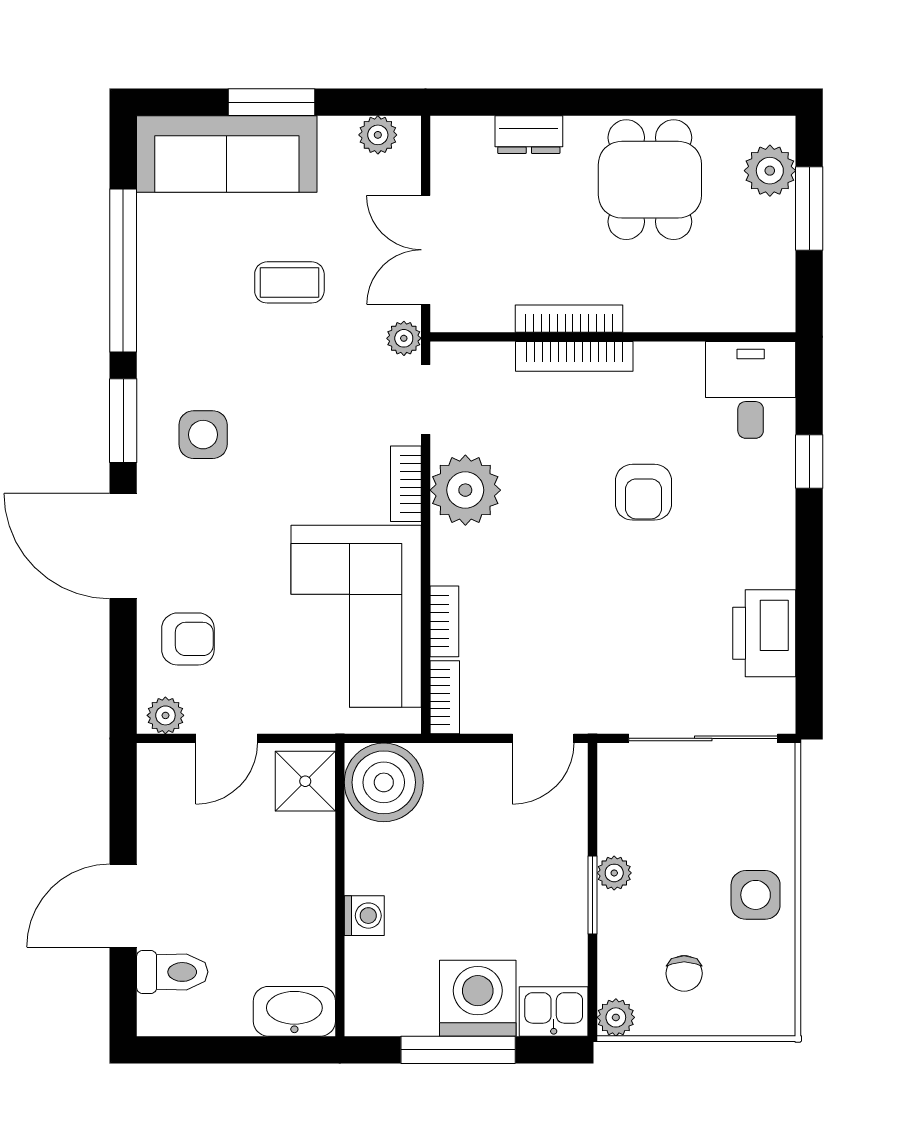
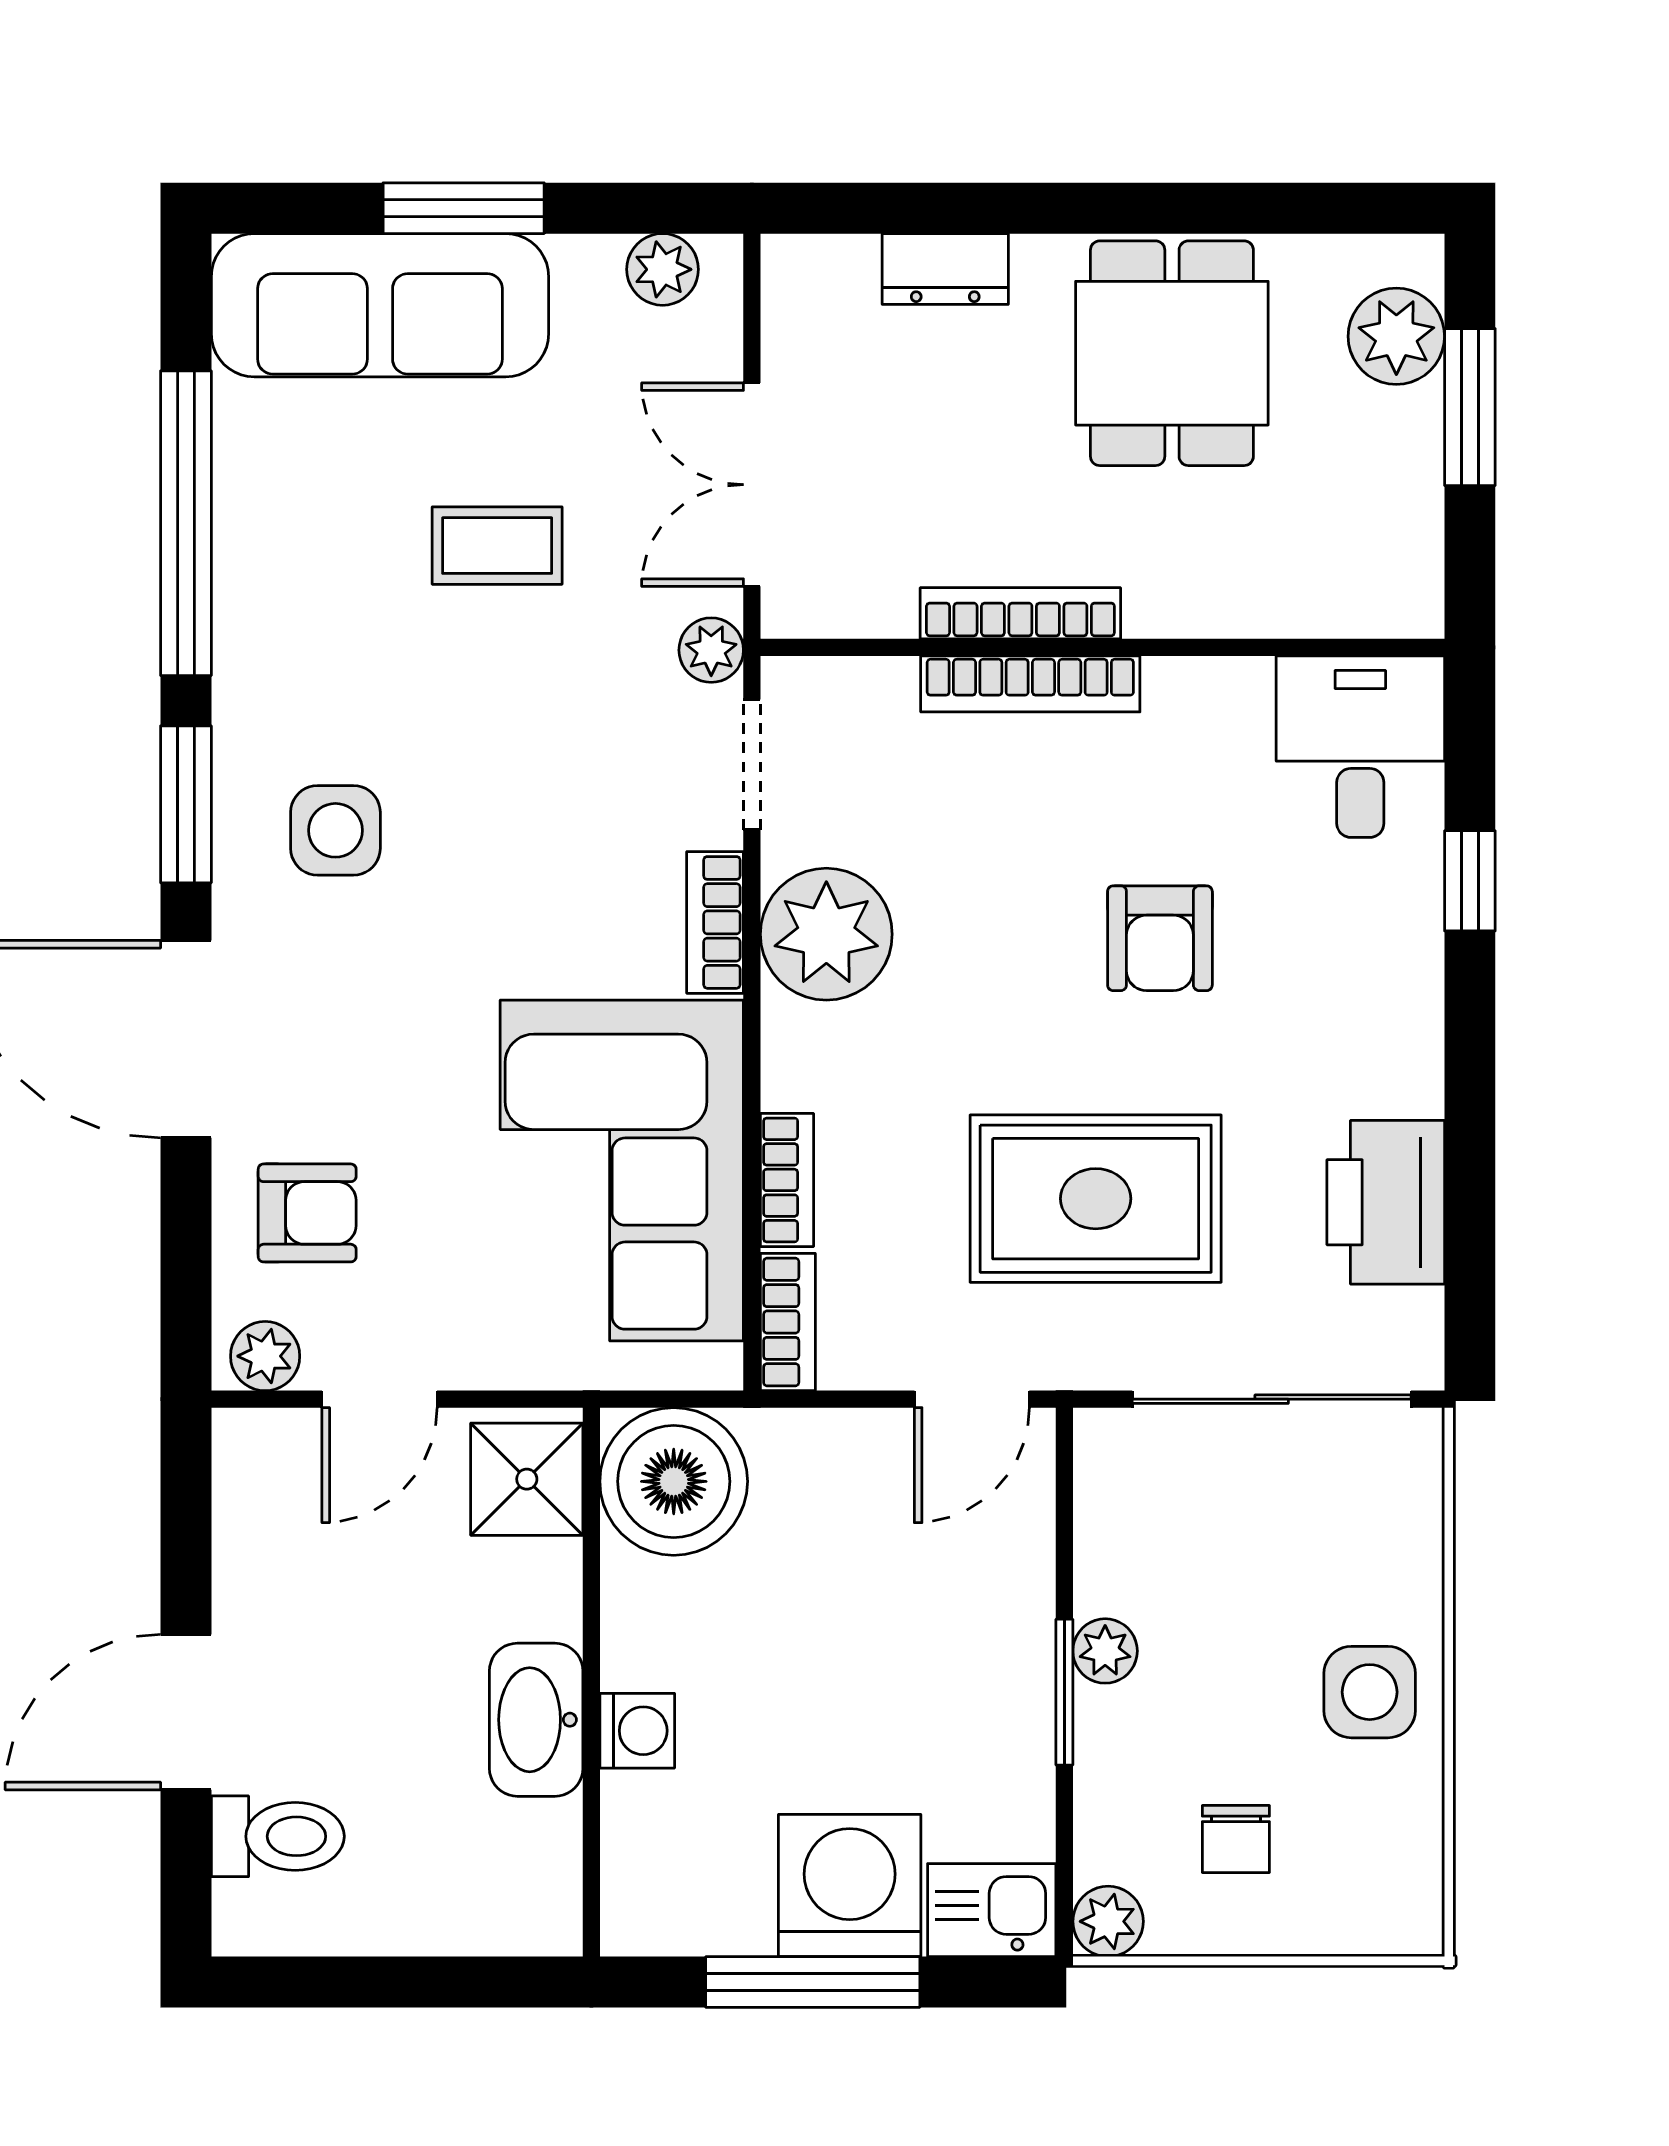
rug: (609, 631) -> (1096, 1199), added
washbasin: (294, 1011) -> (536, 1720), moved, turned -90

